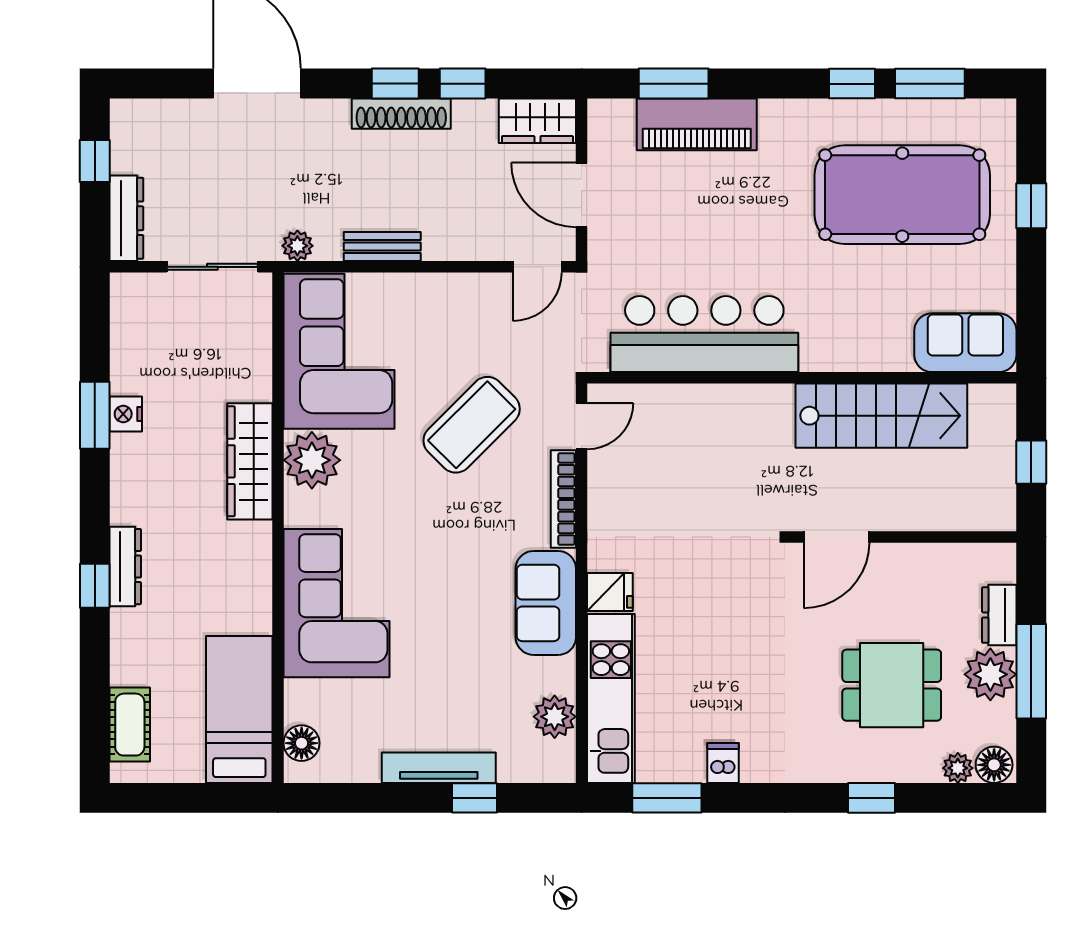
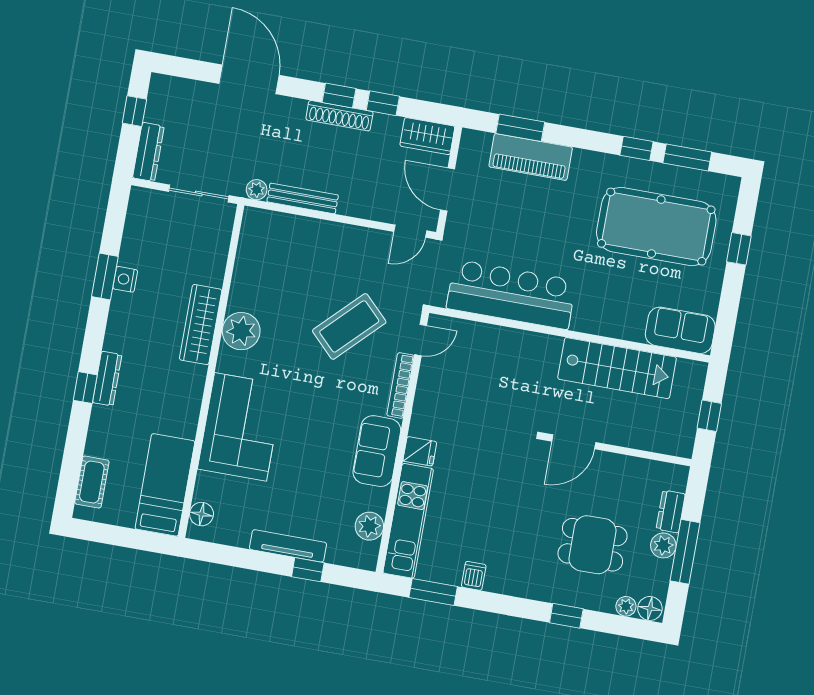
bench: (382, 247) -> (303, 198), width x1.36
corner sofa: (339, 351) -> (271, 263), removed
plant: (990, 674) -> (663, 545), width x0.73, depth x0.73

